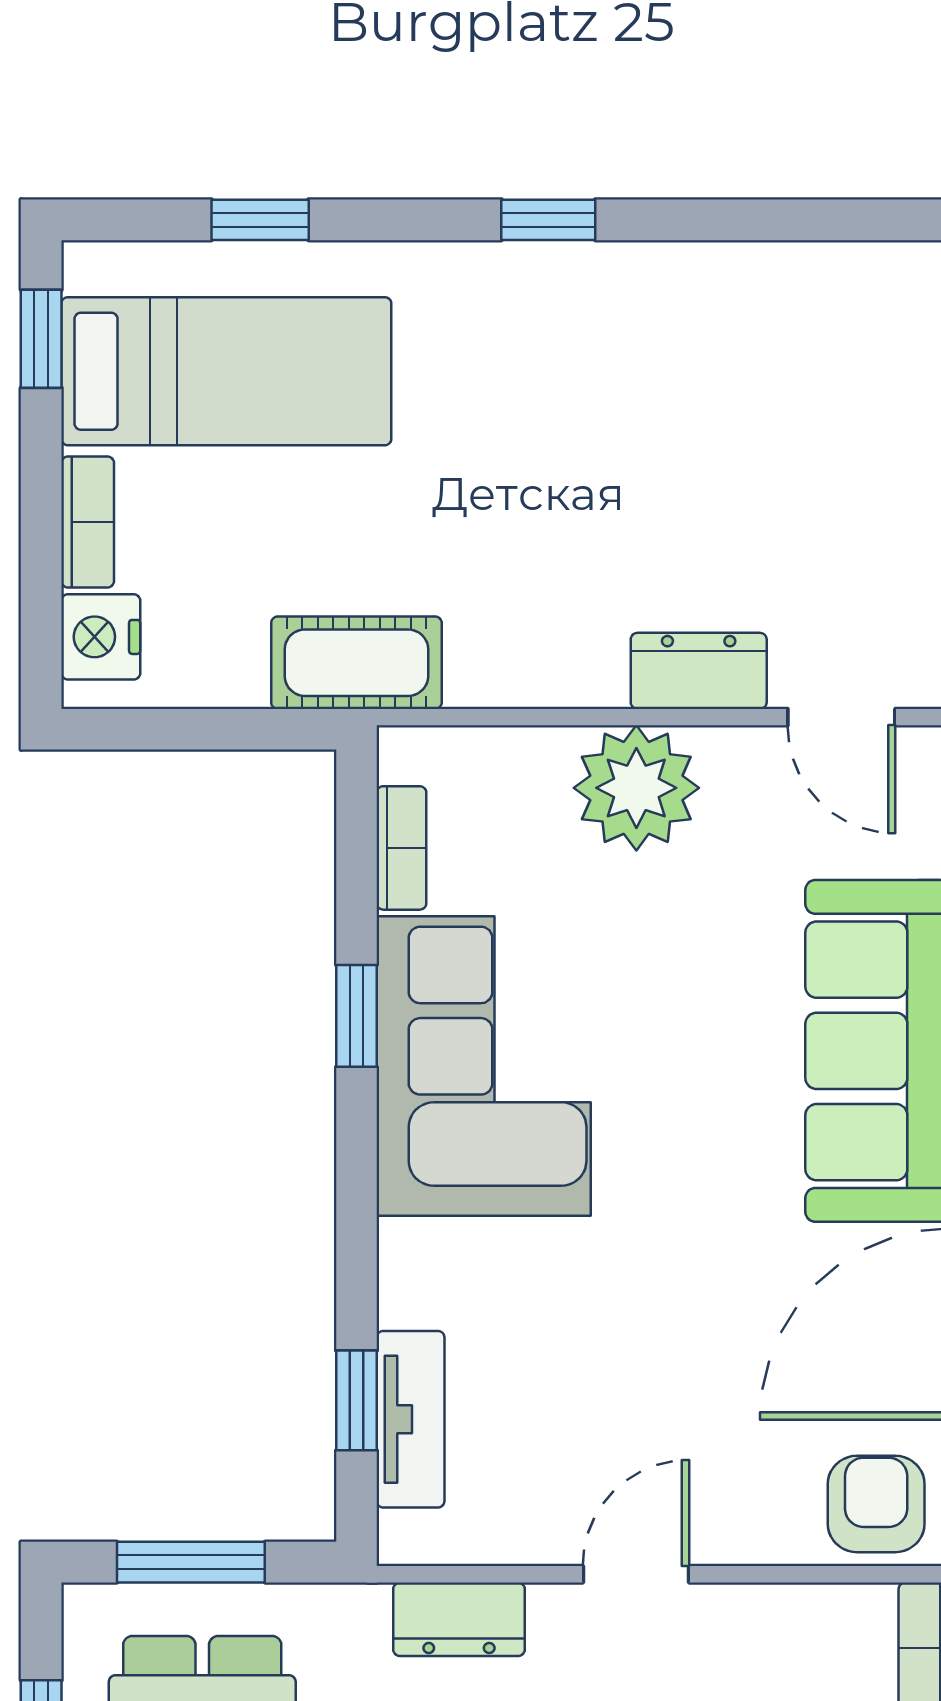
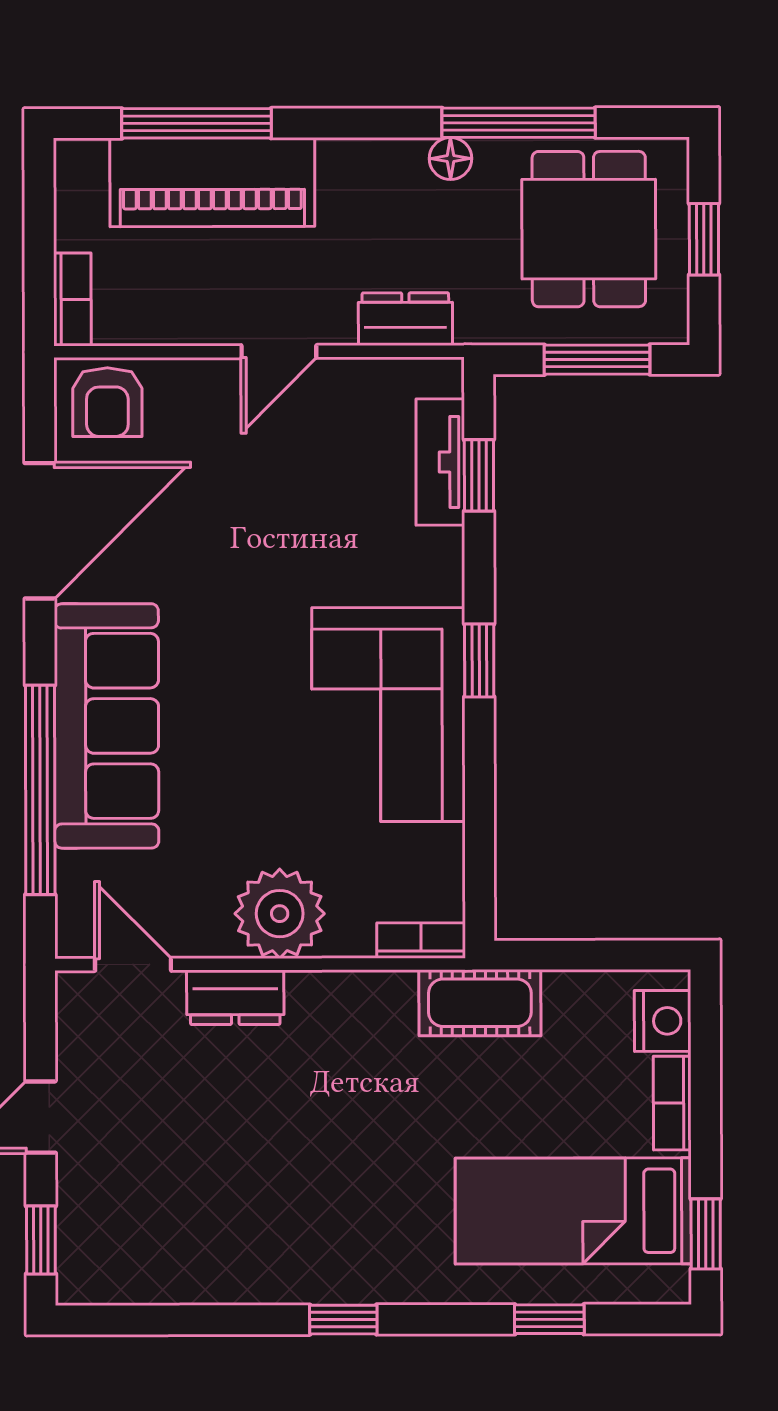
bookcase: (401, 848) -> (421, 940), moved, turned 90
window: (357, 1016) -> (479, 661), moved

